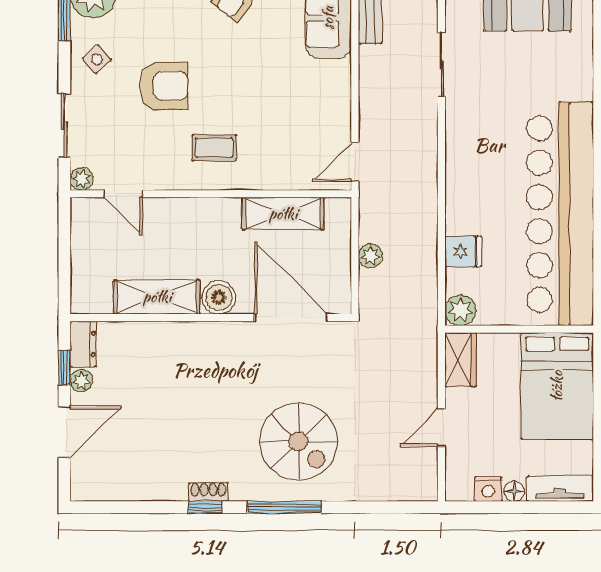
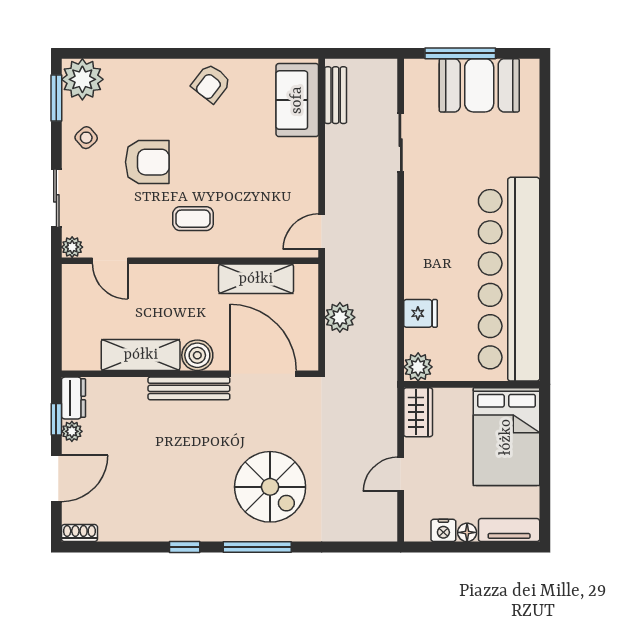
plant: (370, 256) -> (340, 317), width x1.38, depth x1.38
bench: (210, 334) -> (189, 388), added
shoe rack: (208, 492) -> (79, 533), moved

